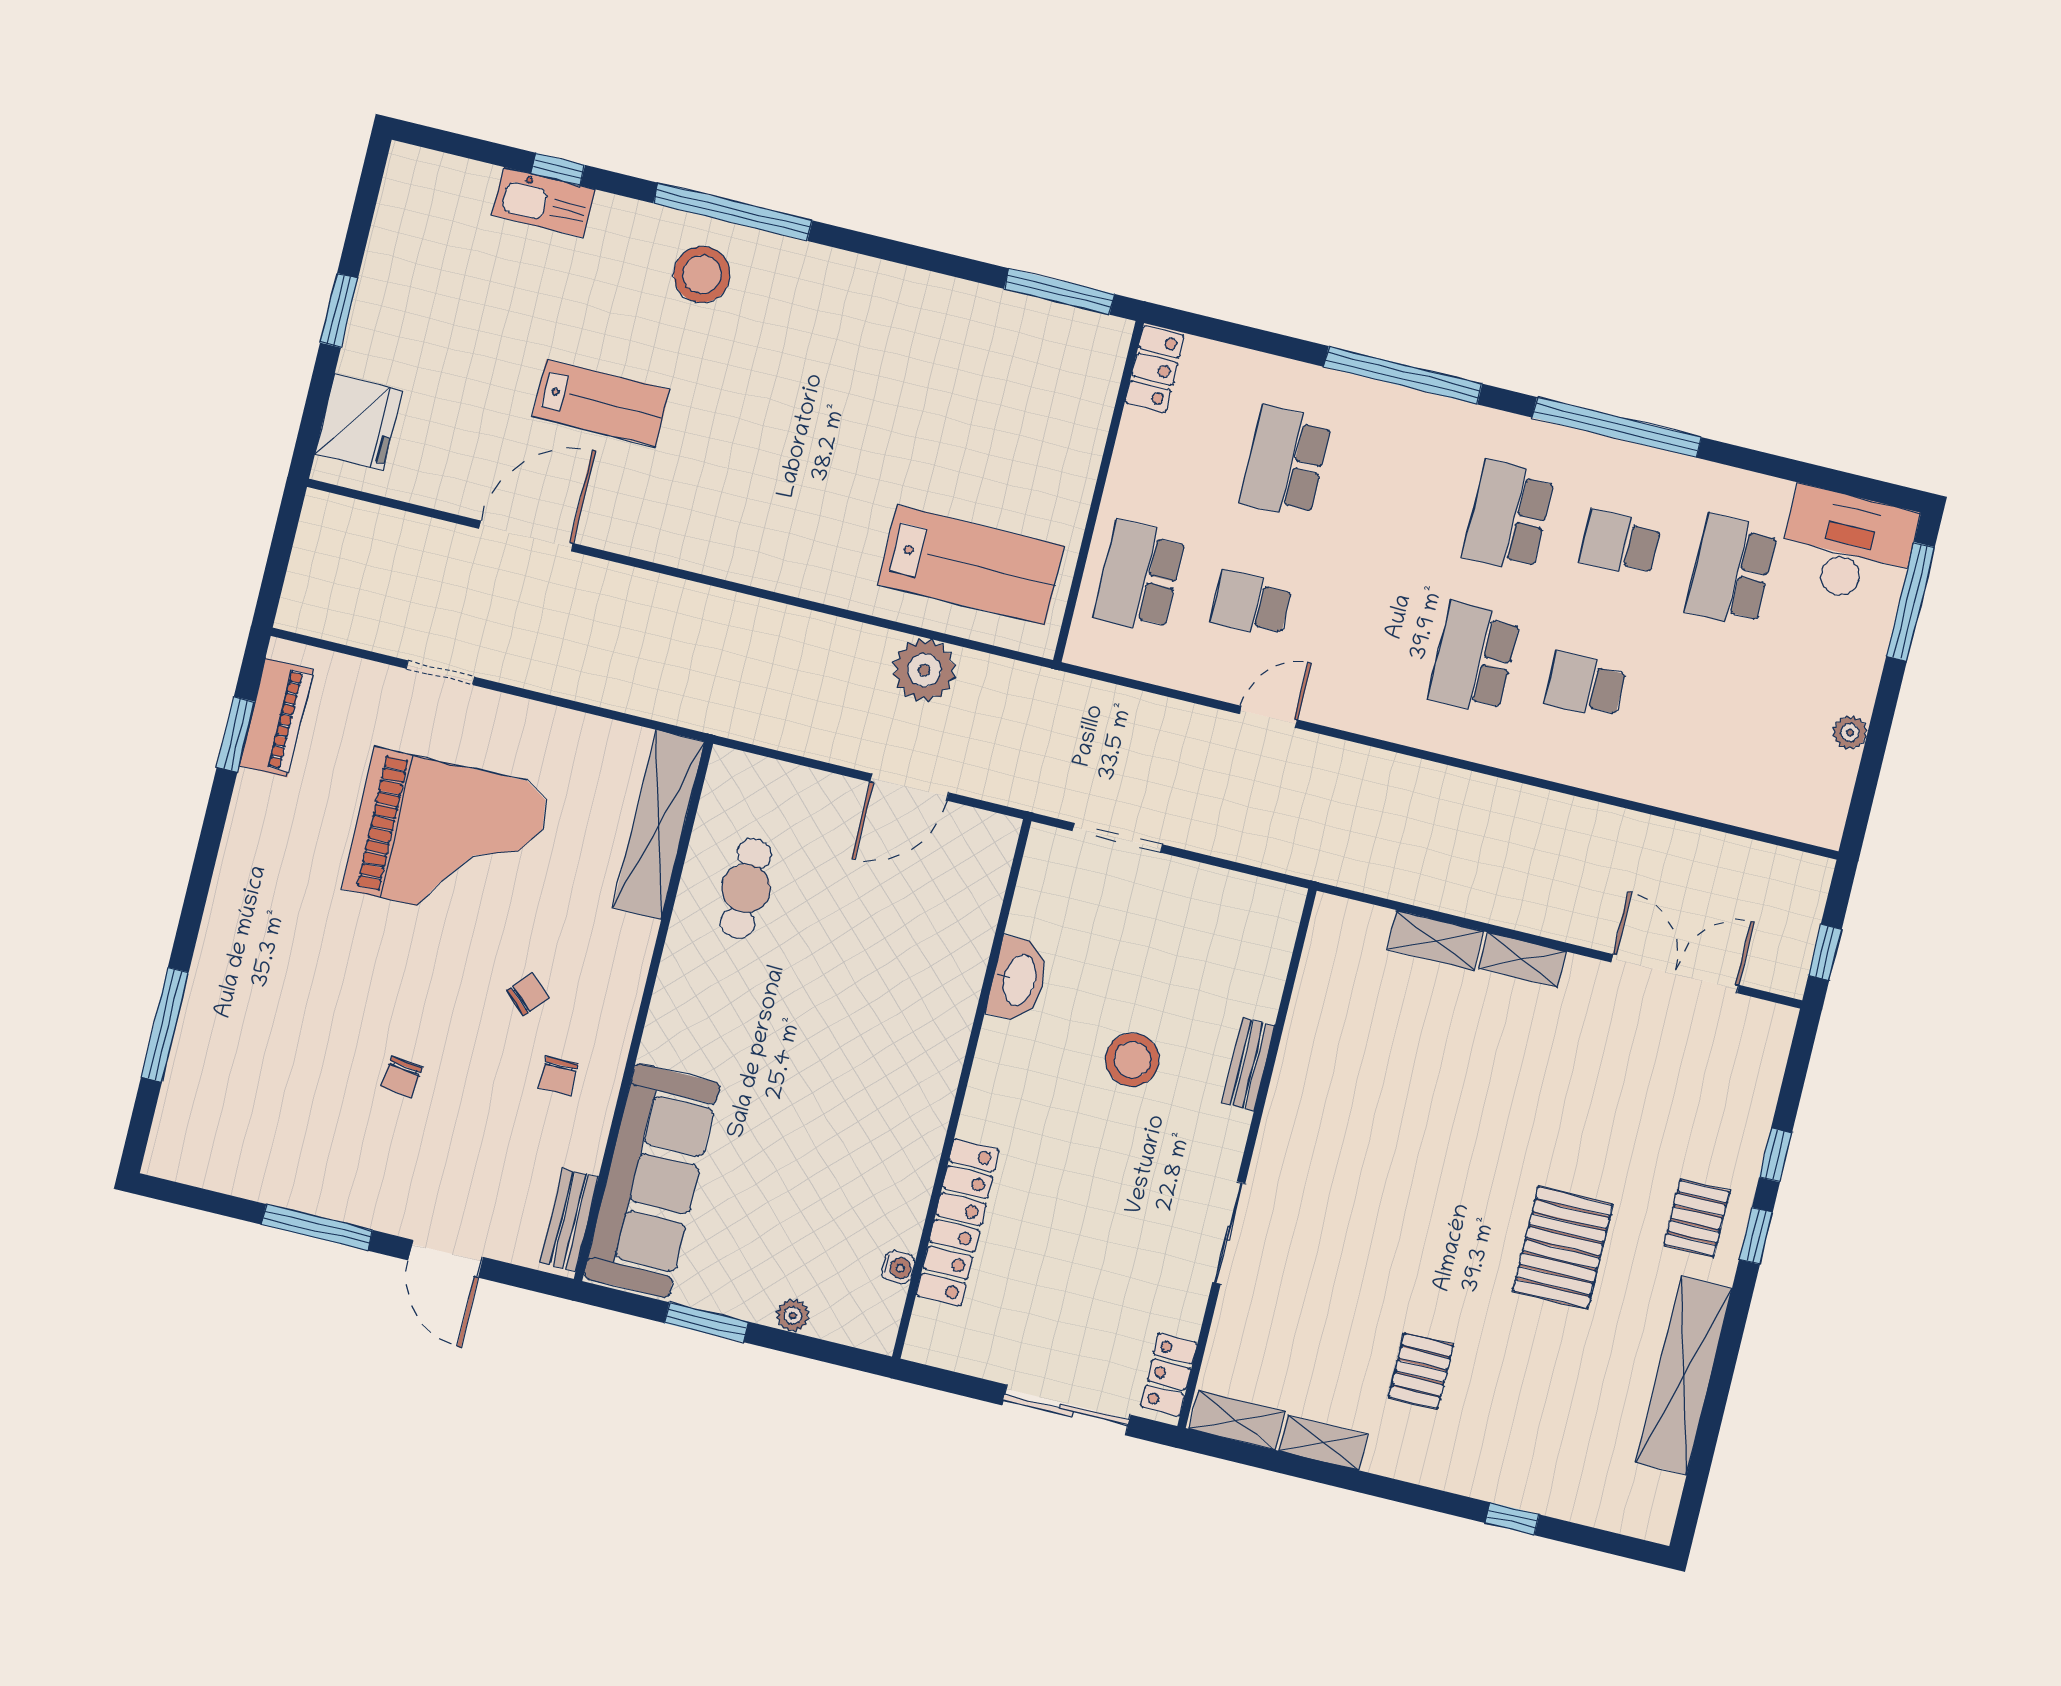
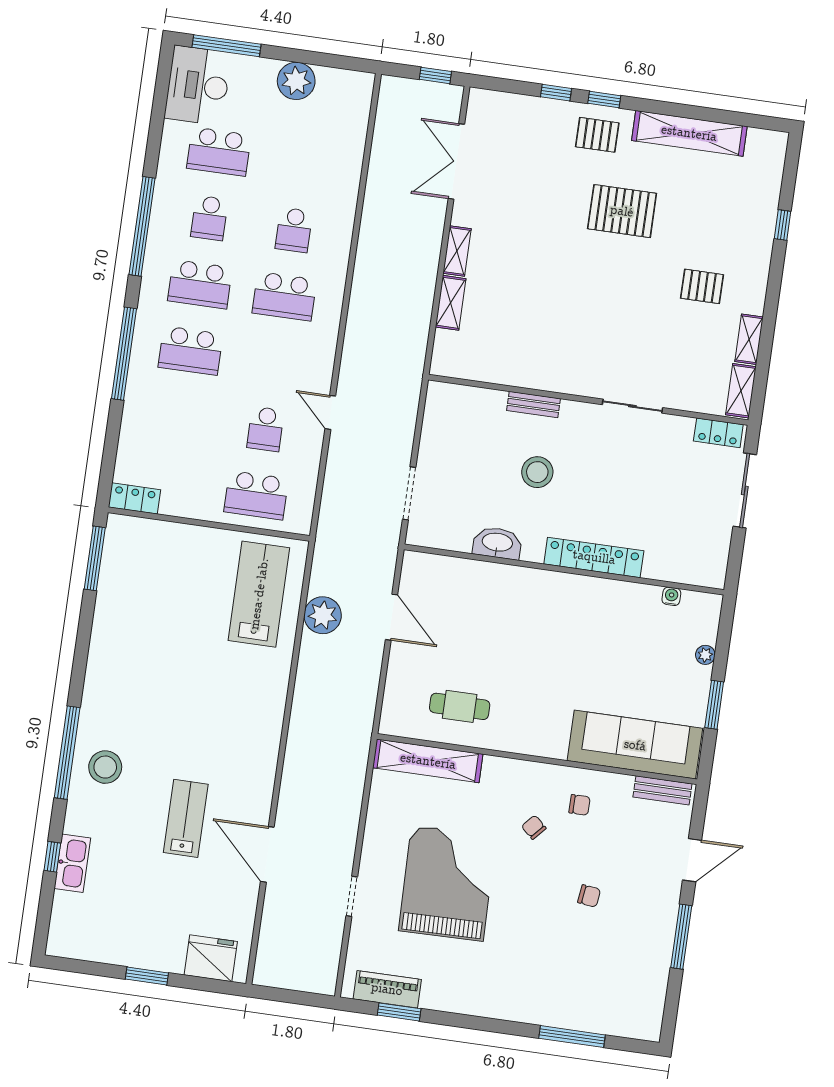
school desk: (1286, 462) -> (191, 351), moved
plant: (1850, 732) -> (296, 81), width x1.87, depth x1.87
locker: (958, 1222) -> (594, 557), moved

